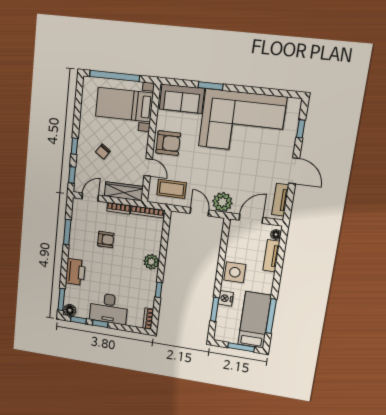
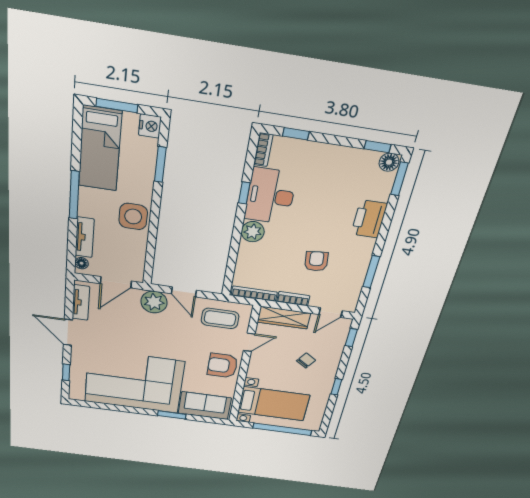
window: (74, 146) -> (336, 387), moved
door: (148, 167) -> (249, 342), swing flipped
armchair: (106, 240) -> (316, 261), turned 84
nightstand: (226, 298) -> (150, 126), moved
desk: (109, 308) -> (270, 196), moved, turned -90
window: (271, 316) -> (74, 195), moved
window: (100, 324) -> (296, 134), moved

